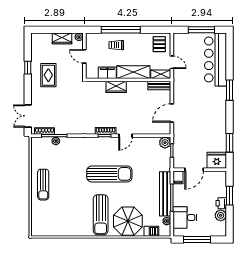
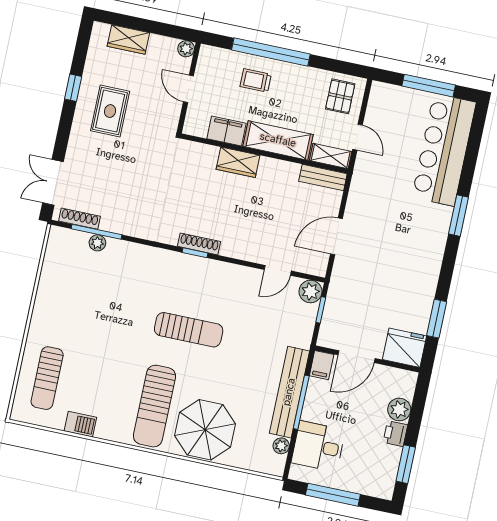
wardrobe: (62, 38) -> (128, 39), moved
door: (125, 136) -> (278, 270), moved
sun lounger: (109, 174) -> (189, 330), width x0.73, depth x0.75
sun lounger: (43, 185) -> (47, 378), moved
window: (229, 196) -> (406, 464), moved
plant: (221, 215) -> (399, 409), moved
barbecue: (151, 231) -> (80, 424), moved

